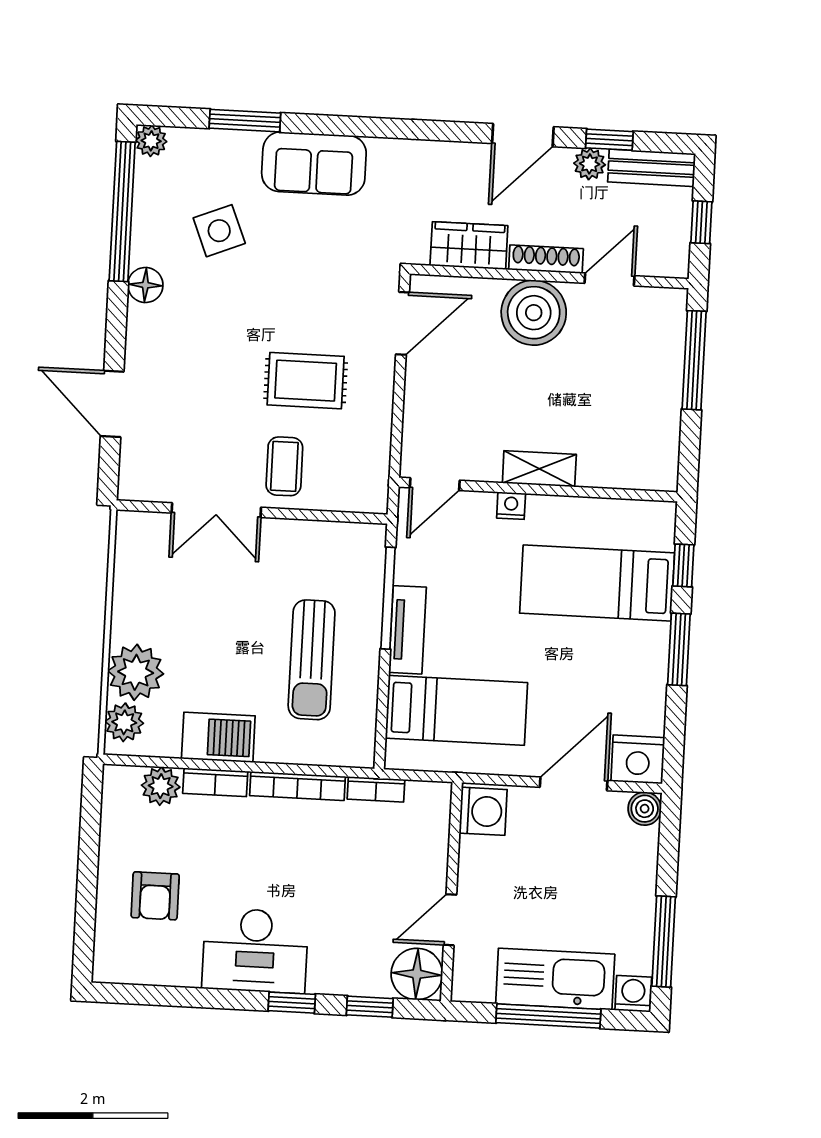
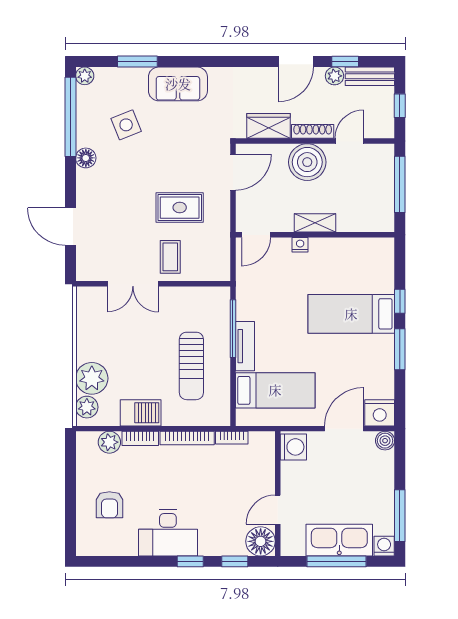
shelving: (539, 469) -> (315, 223), moved
door: (435, 484) -> (256, 235), moved
wall: (538, 489) -> (315, 235), moved
nightstand: (511, 506) -> (300, 245), moved

